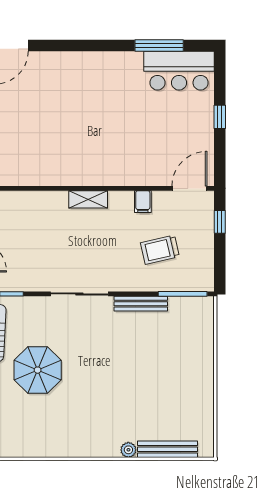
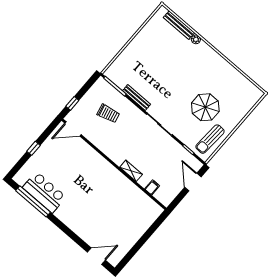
window: (159, 45) -> (33, 201), width x1.46
bar counter: (179, 71) -> (44, 192), moved
shelving: (88, 199) -> (131, 171), moved
filing cabinet: (143, 202) -> (152, 187), moved

